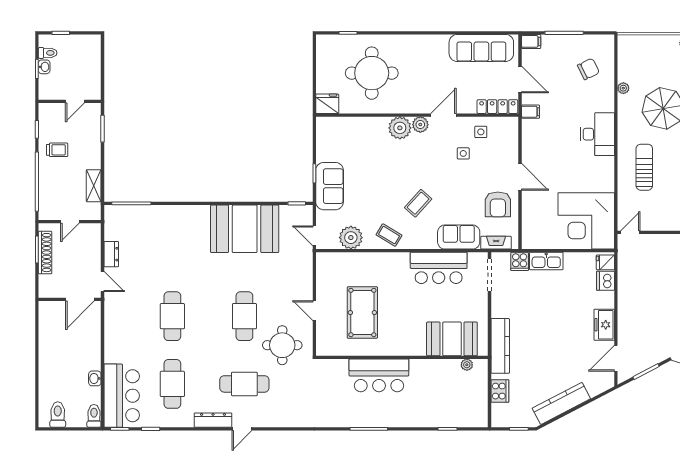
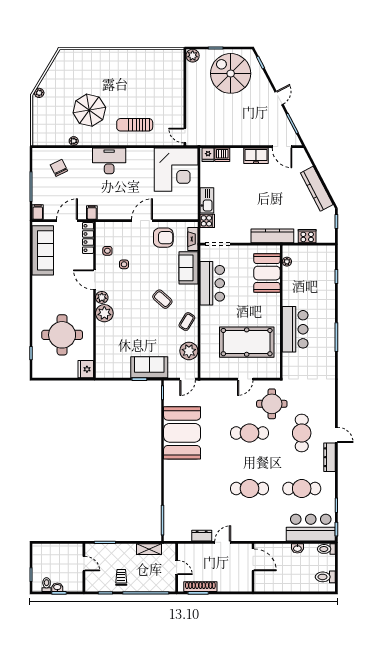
wall: (70, 299) -> (253, 568), moved
door: (80, 299) -> (253, 560), moved
pool table: (362, 313) -> (247, 342), width x1.36, depth x1.32

